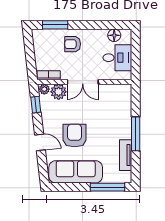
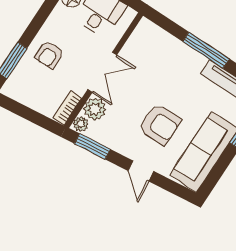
window: (36, 105) -> (92, 146), width x1.50
armchair: (75, 135) -> (160, 124), turned 180
door: (40, 142) -> (141, 171), swing flipped

